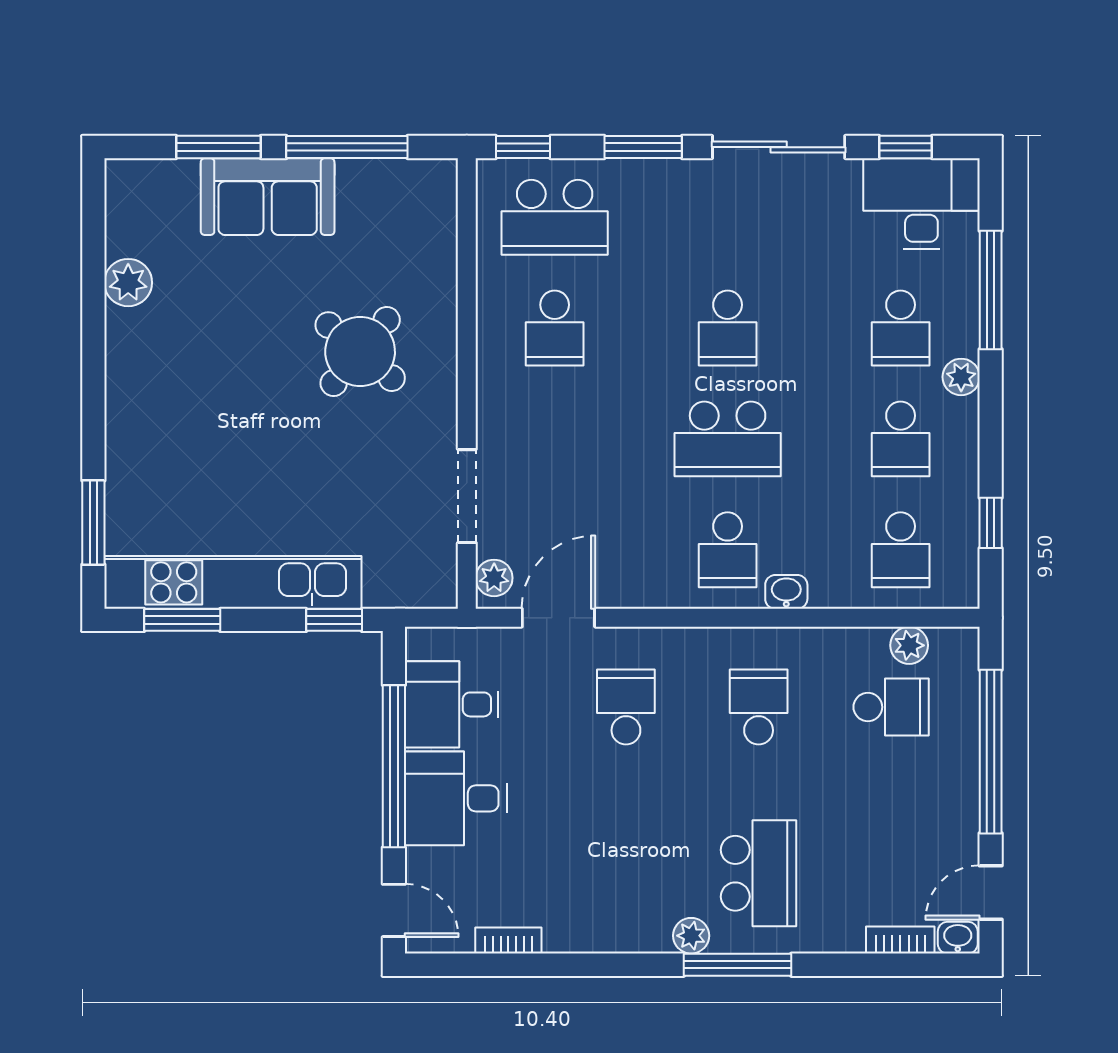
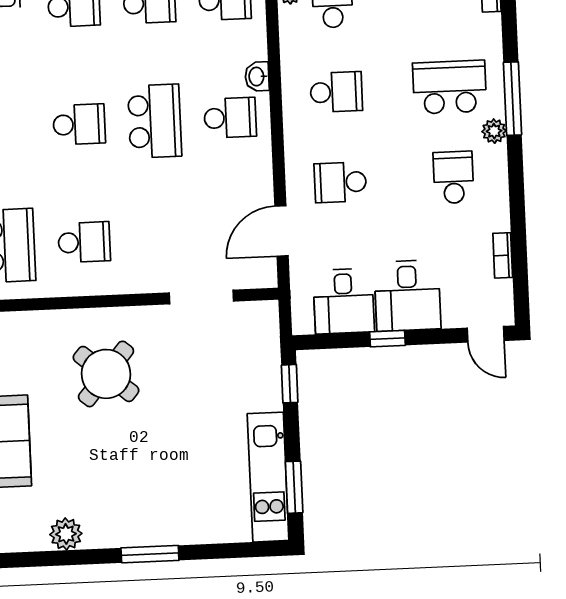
window: (93, 523) -> (150, 554), moved
plant: (494, 578) -> (256, 276), removed
kitchen unit: (233, 582) -> (268, 477), width x0.73
door: (558, 618) -> (281, 231), hinge flipped
school desk: (759, 707) -> (336, 92), turned 180
window: (394, 766) -> (387, 339), width x0.32
school desk: (626, 873) -> (453, 177), added
door: (394, 910) -> (486, 334), swing flipped

